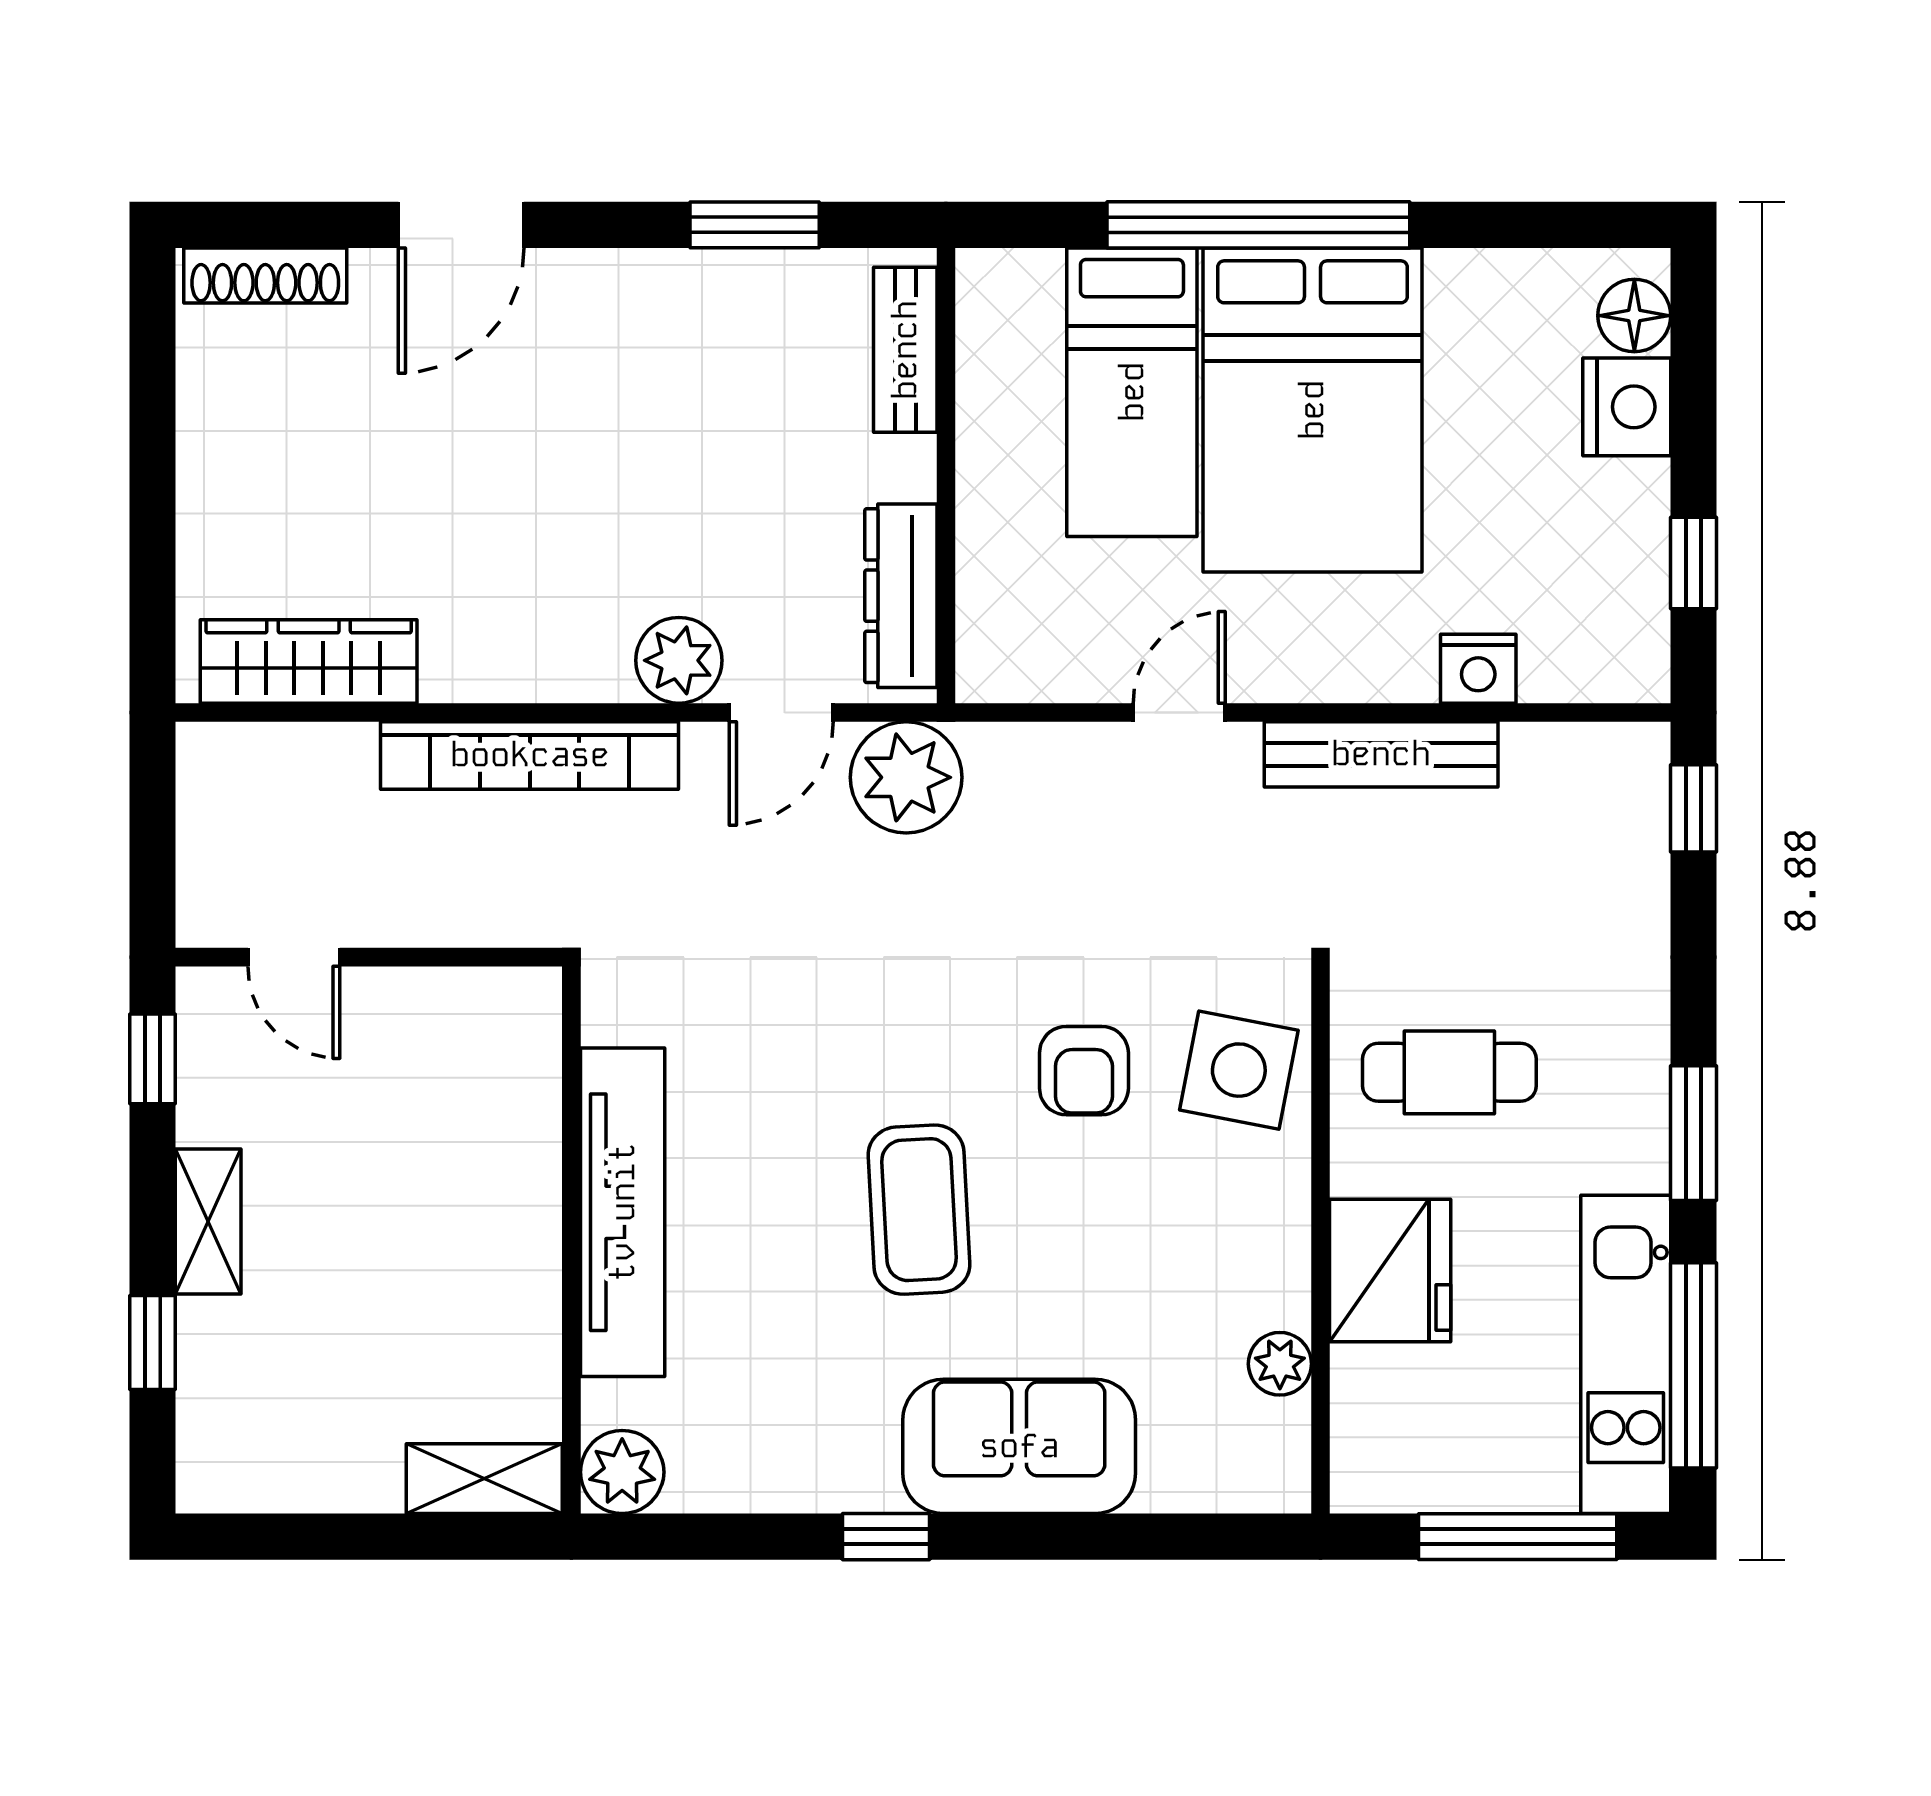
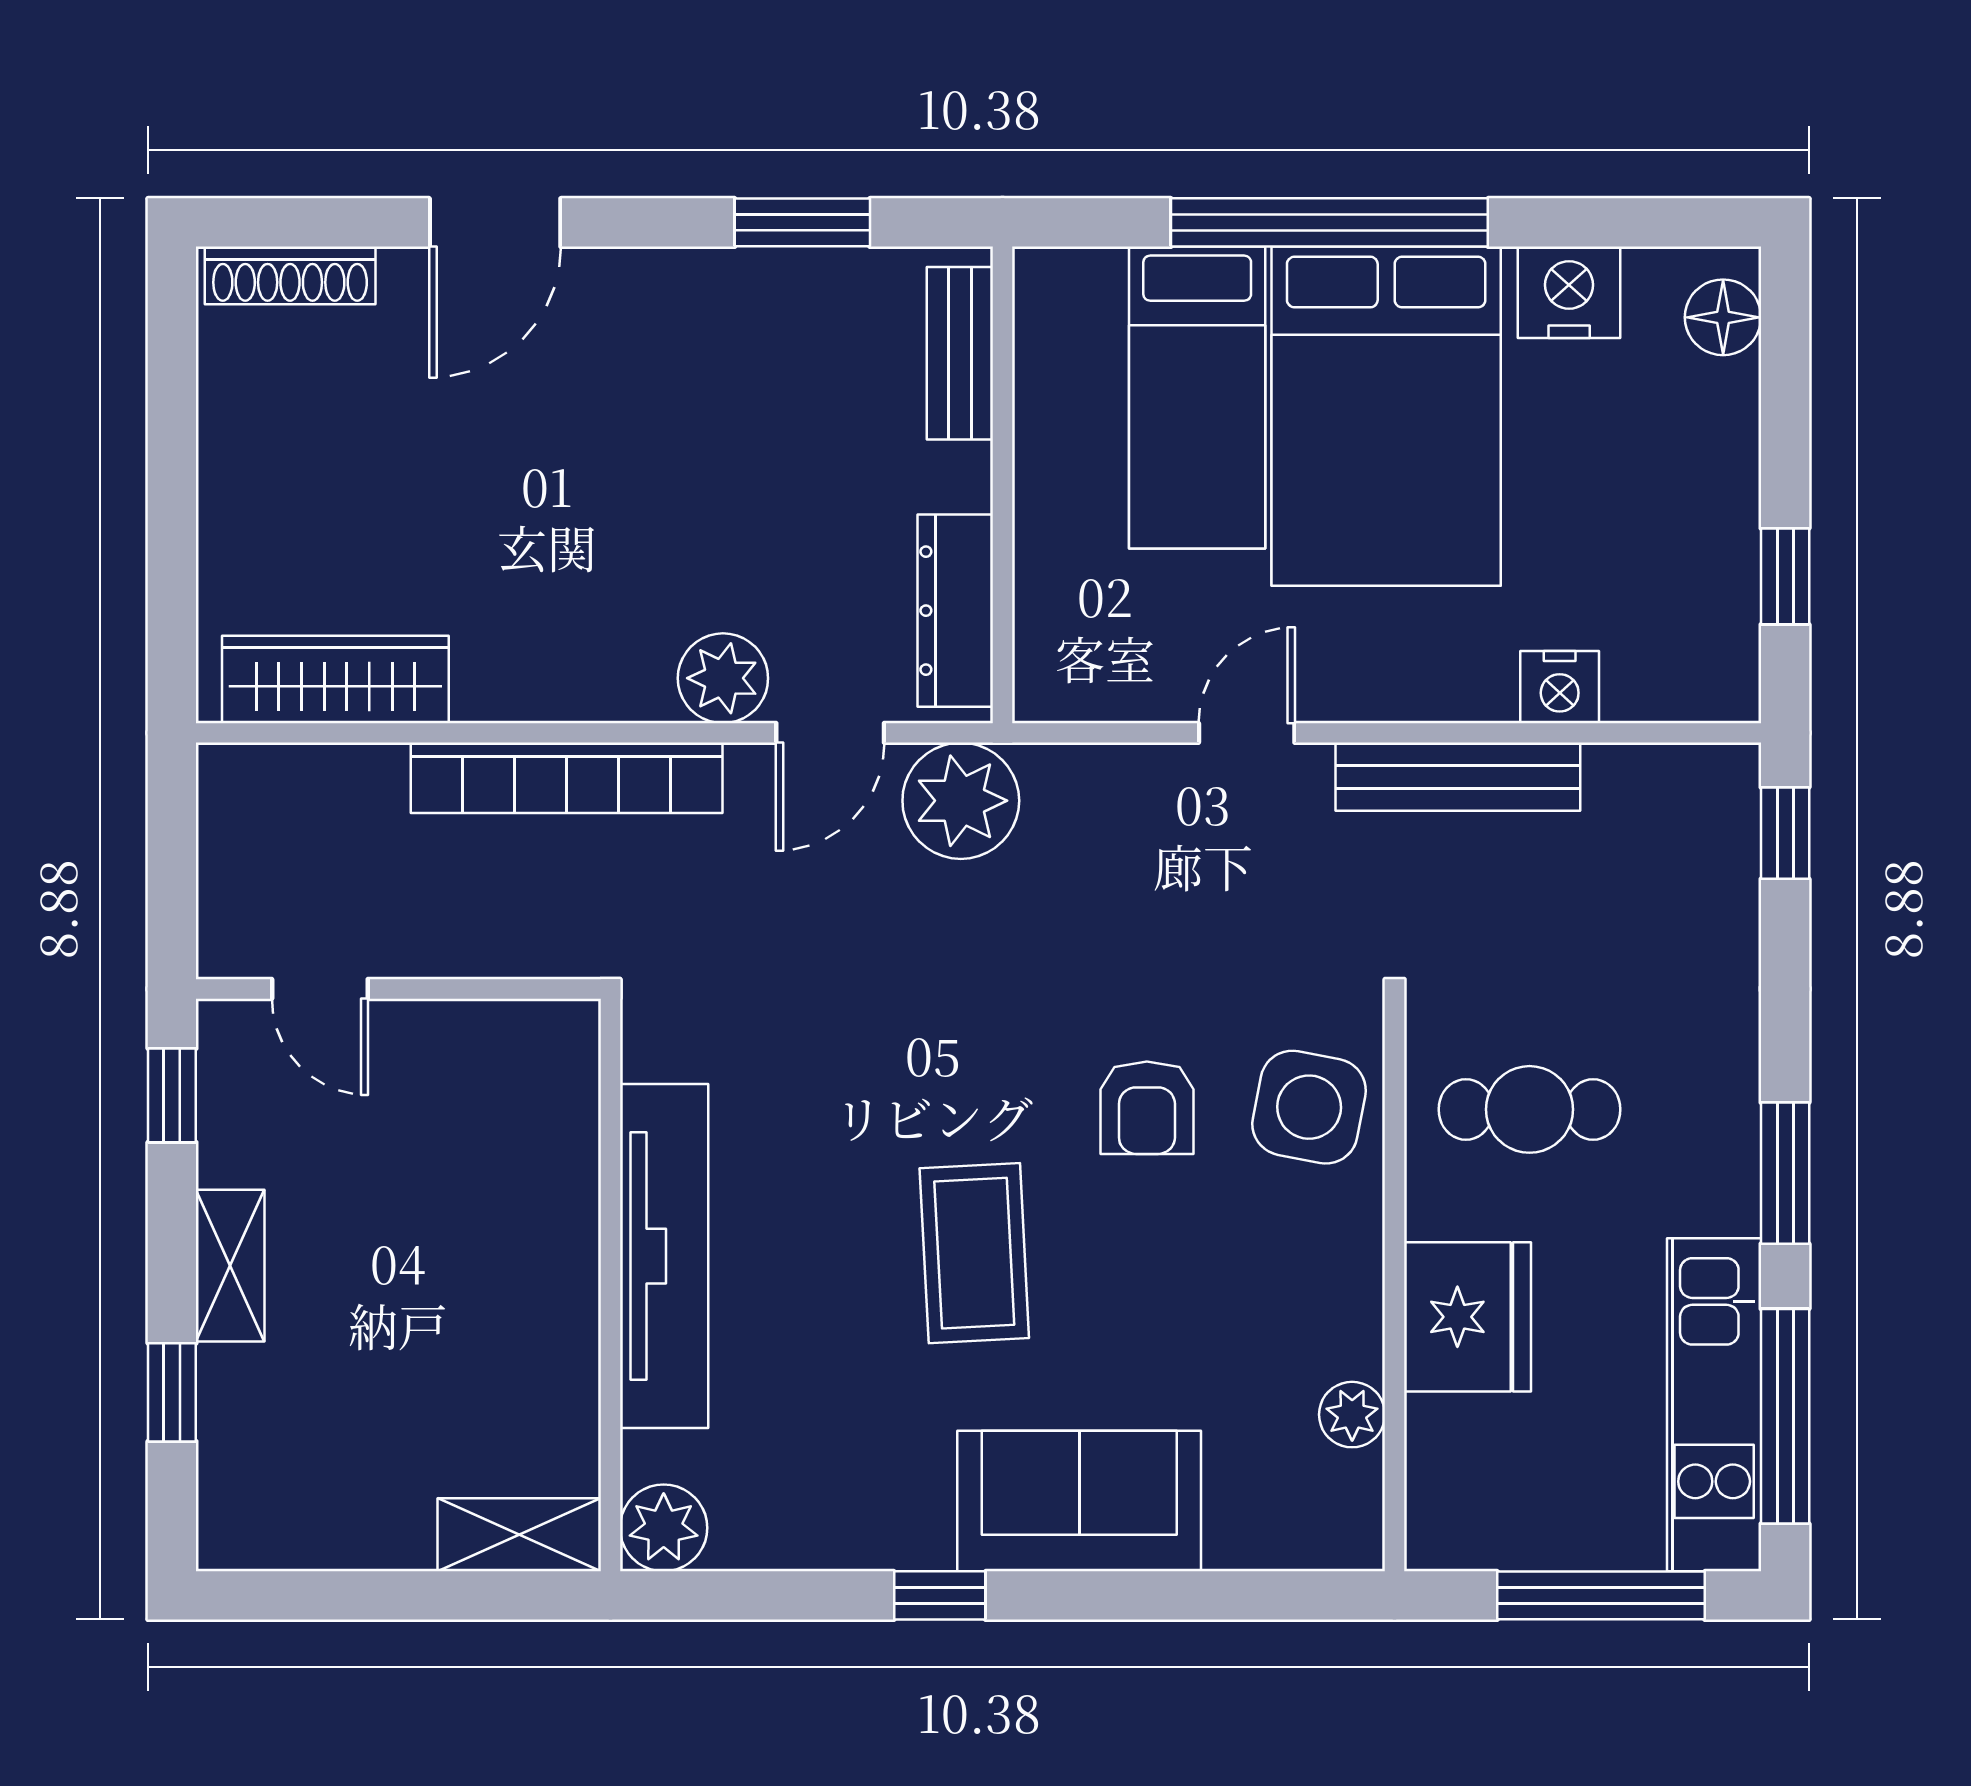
nightstand: (1627, 407) -> (1569, 292), moved, turned -90

